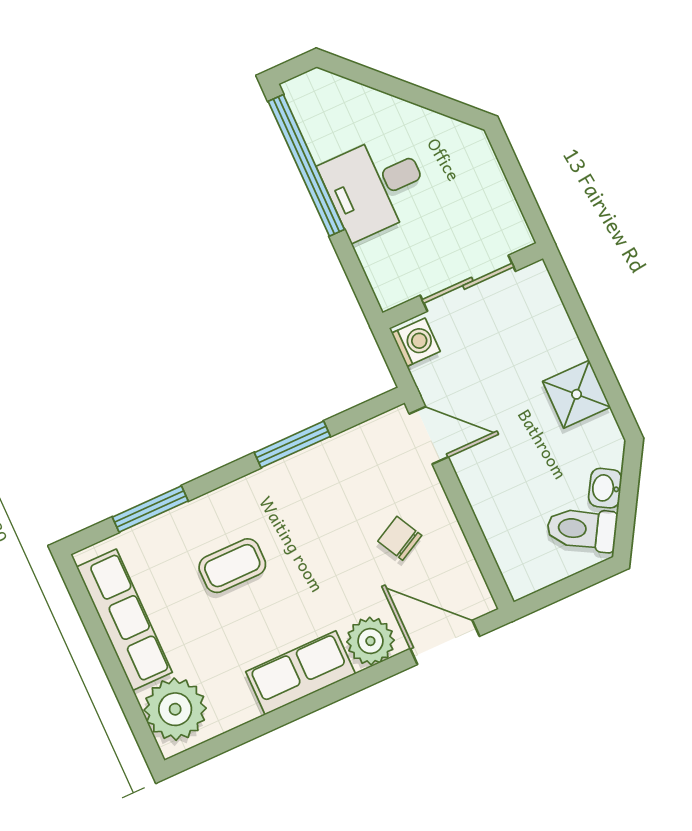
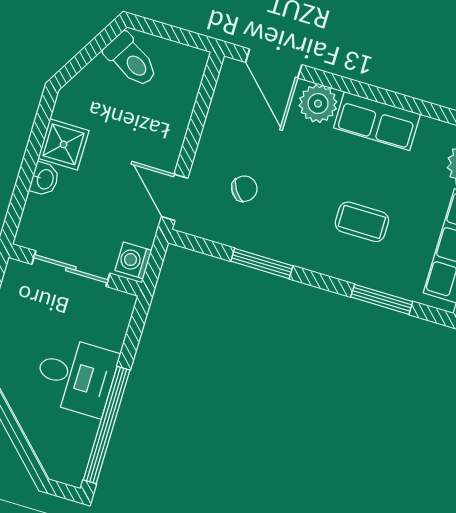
washbasin: (605, 488) -> (45, 179), moved, turned -31
chair: (400, 538) -> (244, 189), moved, turned -96

